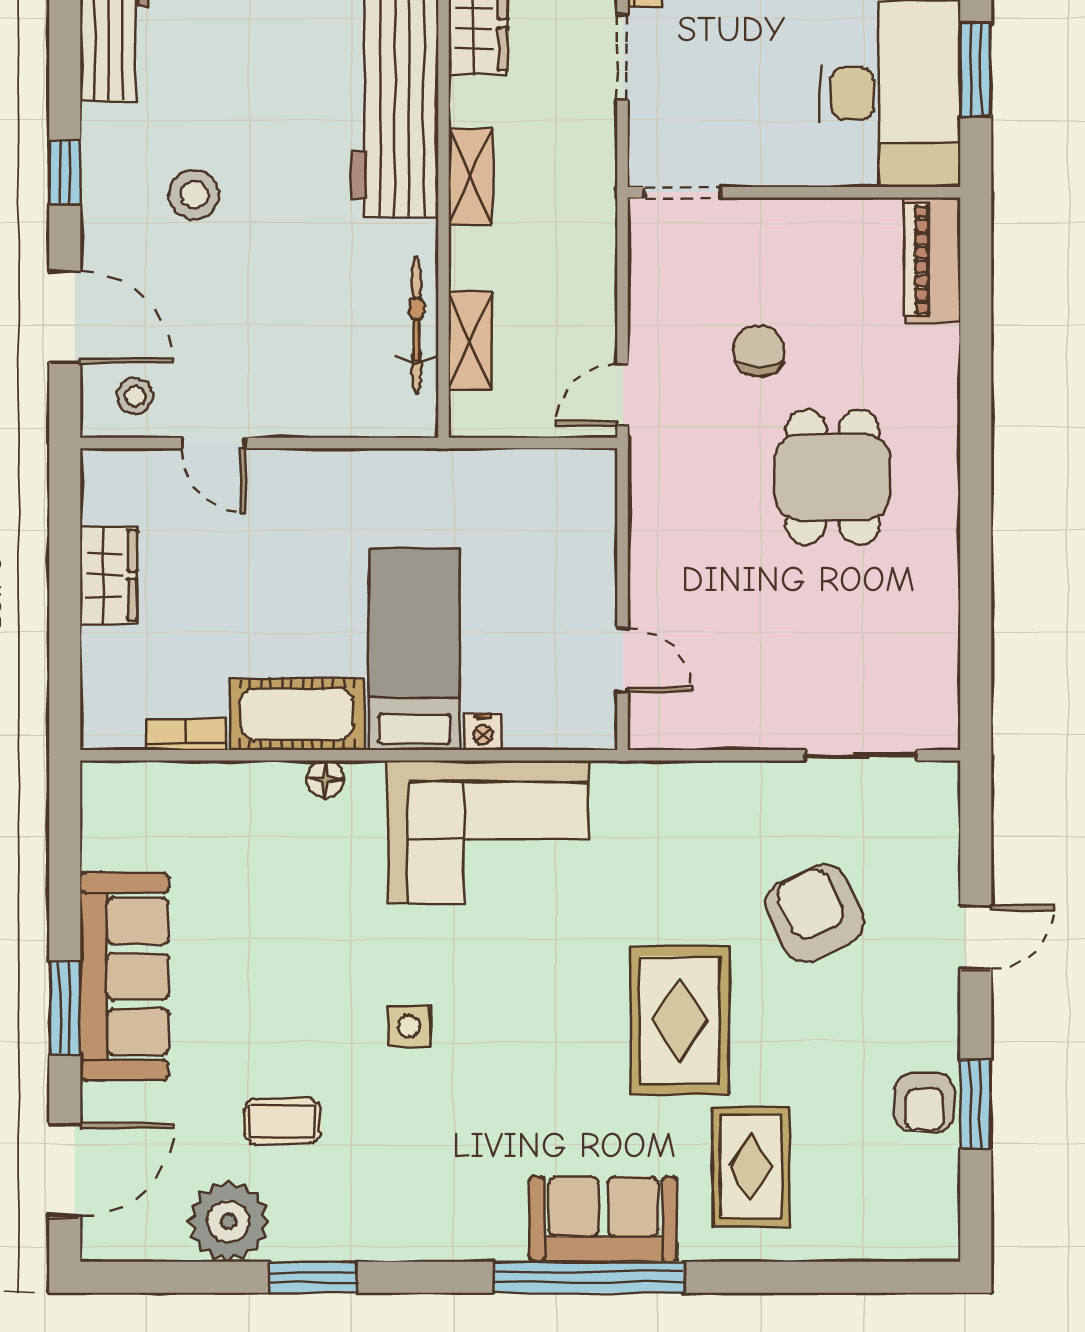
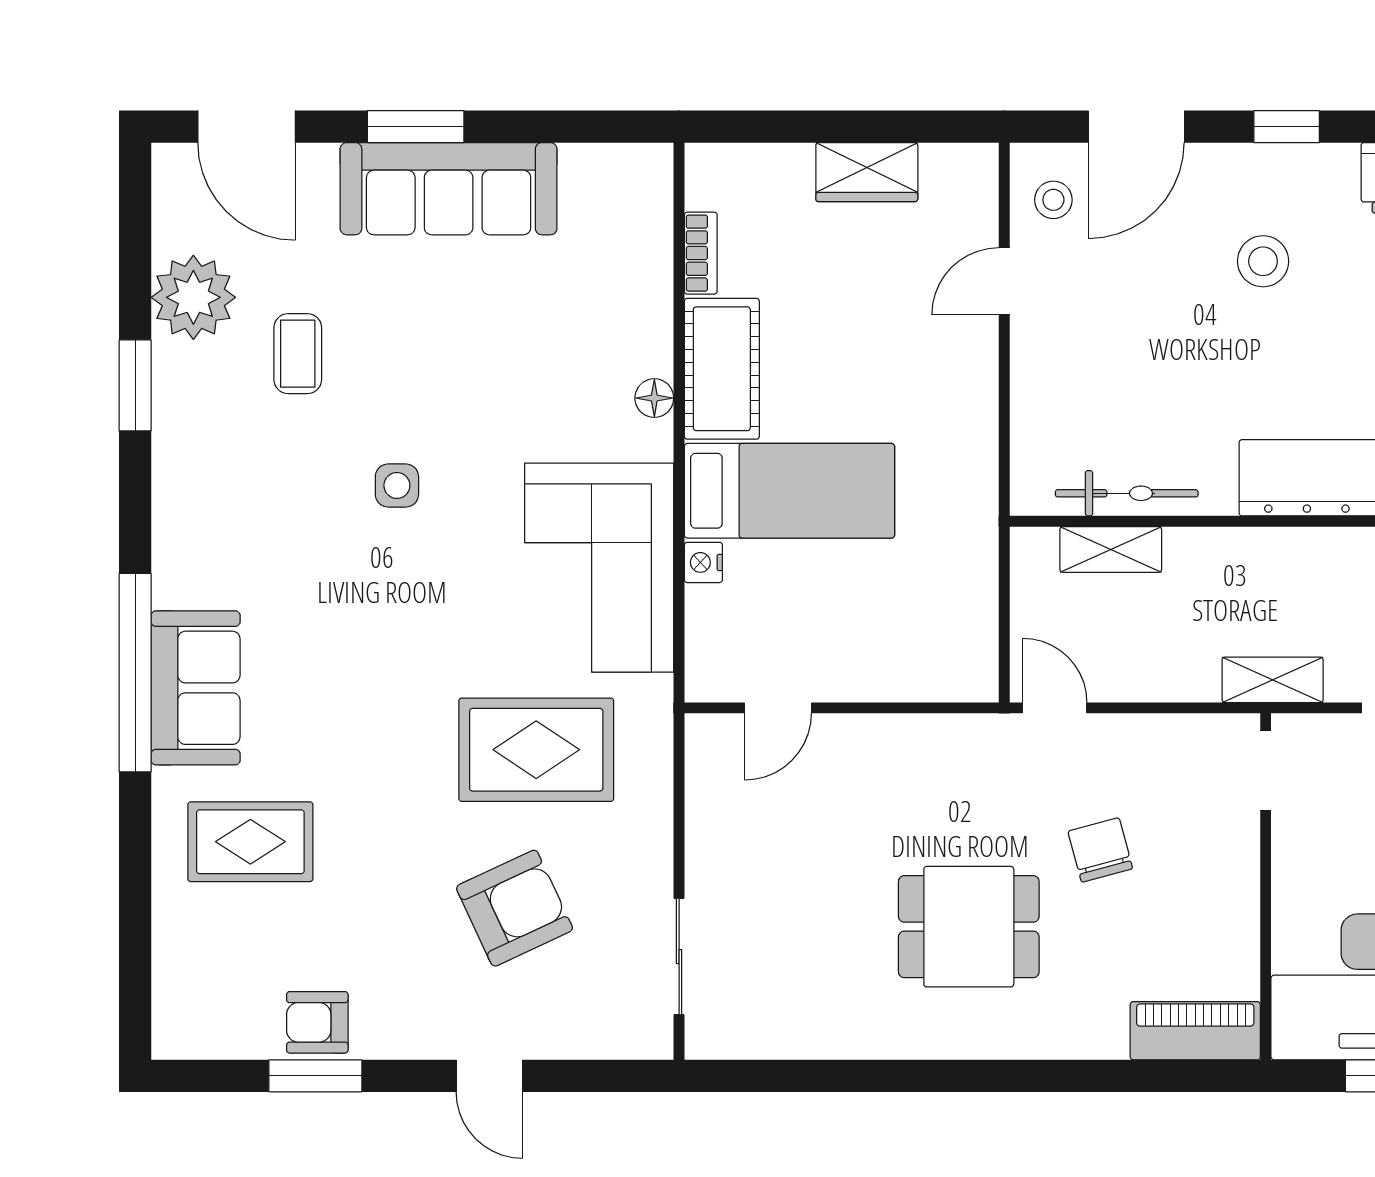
shelving: (470, 177) -> (1273, 680), moved
chair: (759, 351) -> (1100, 850), turned -106
rug: (680, 1020) -> (536, 750), moved

